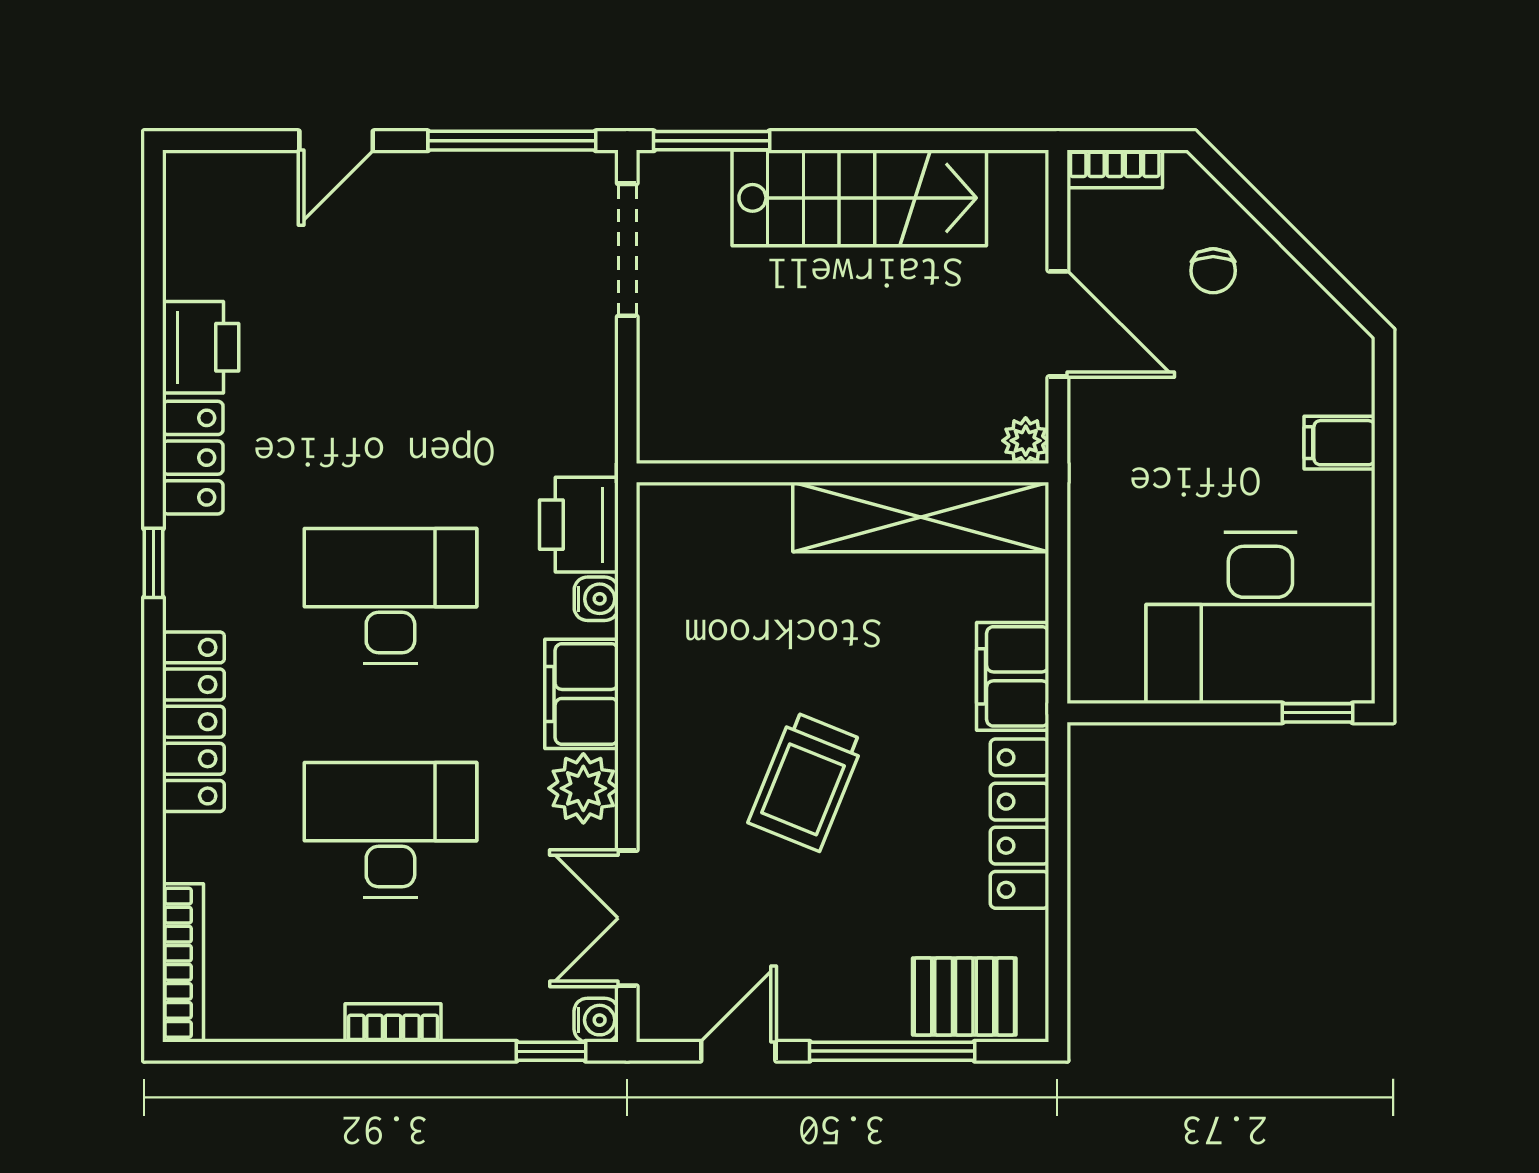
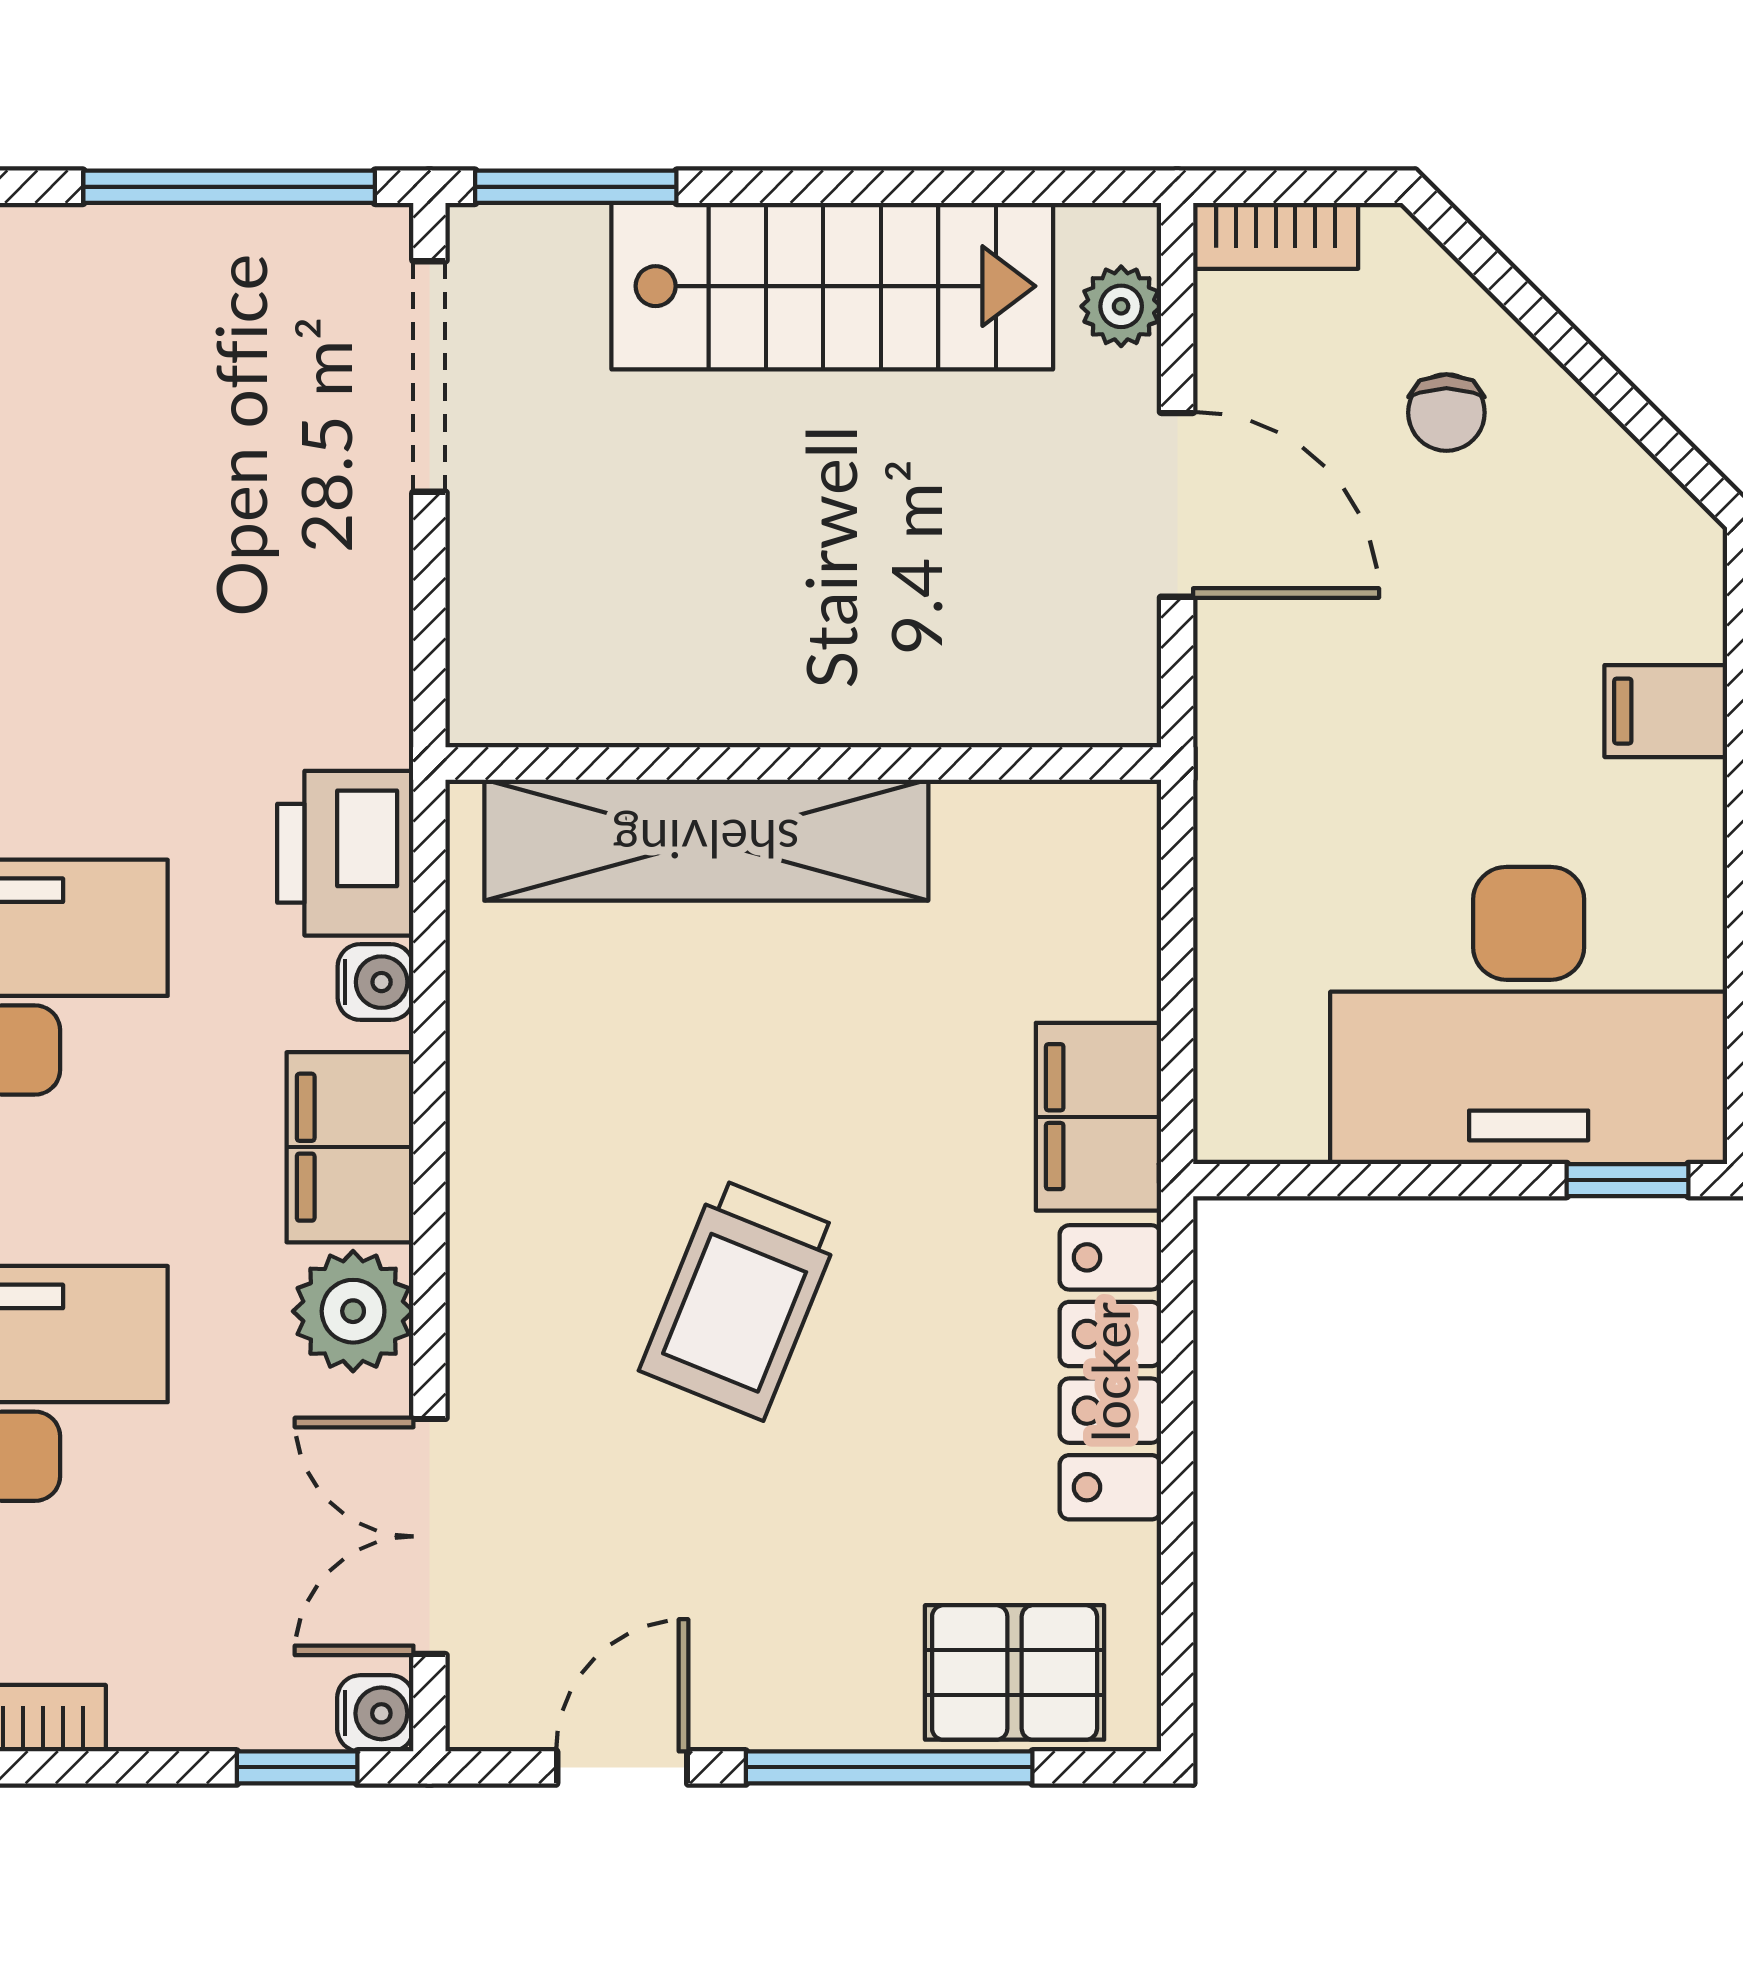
plant: (1026, 441) -> (1121, 306), moved
shelving: (921, 517) -> (706, 840), moved

